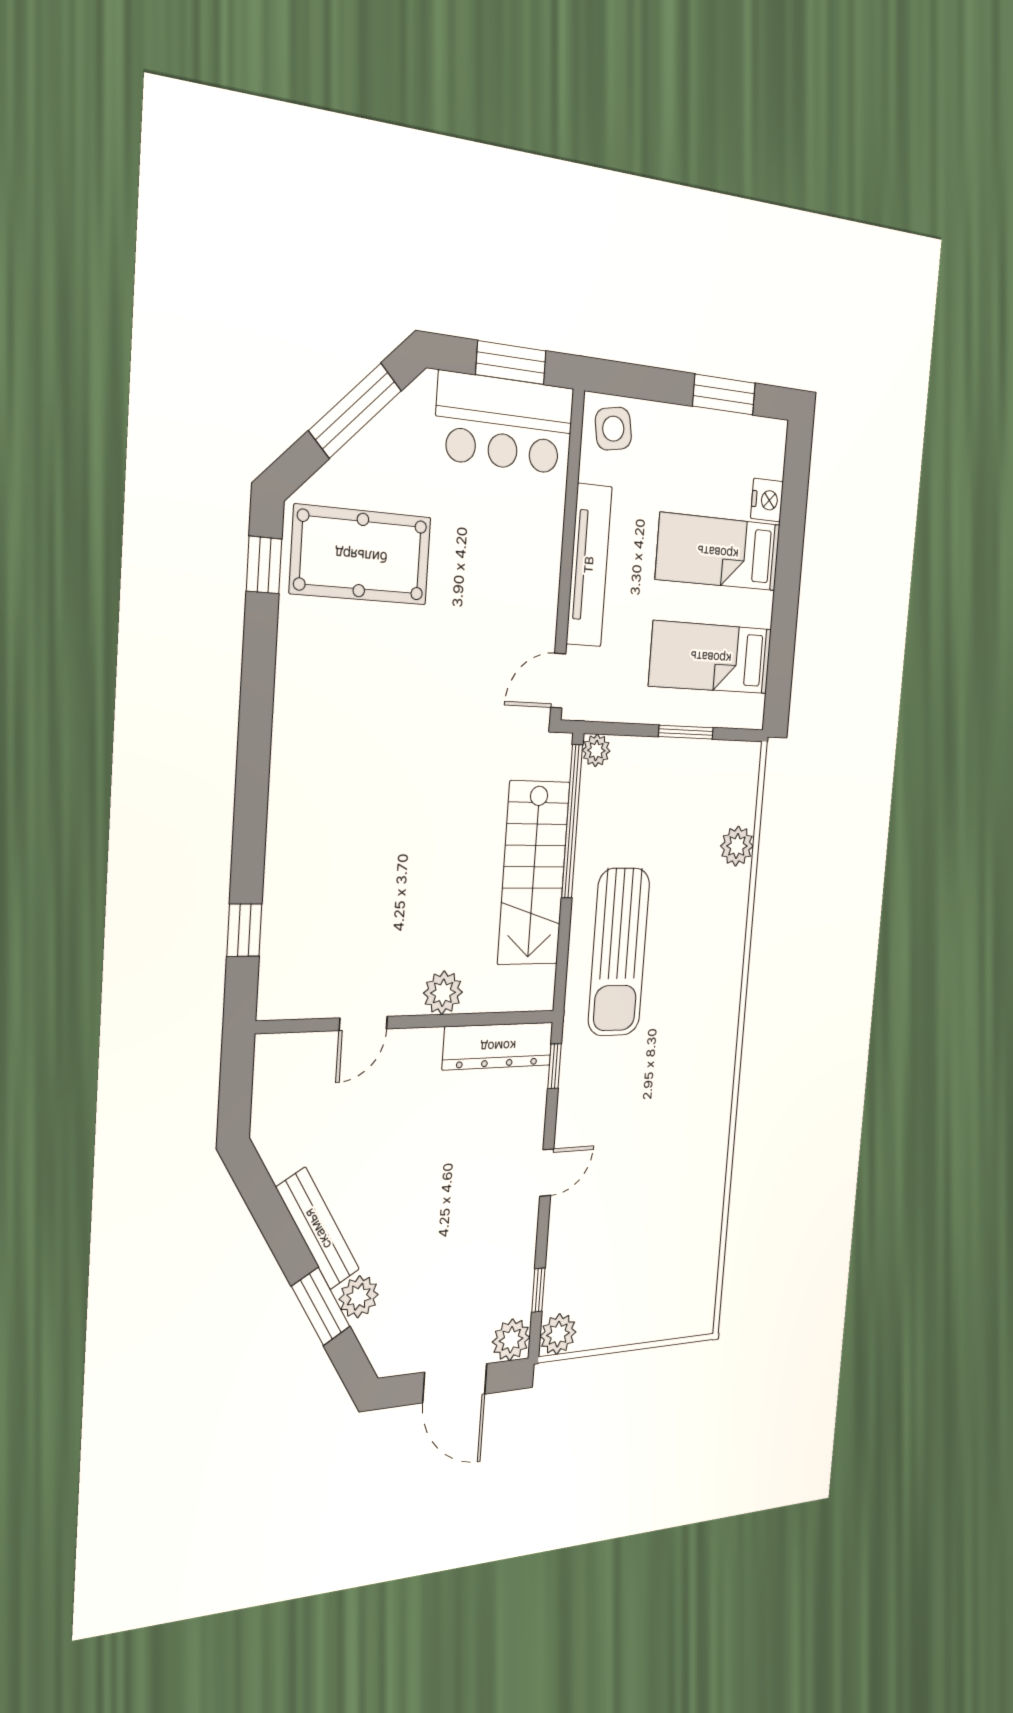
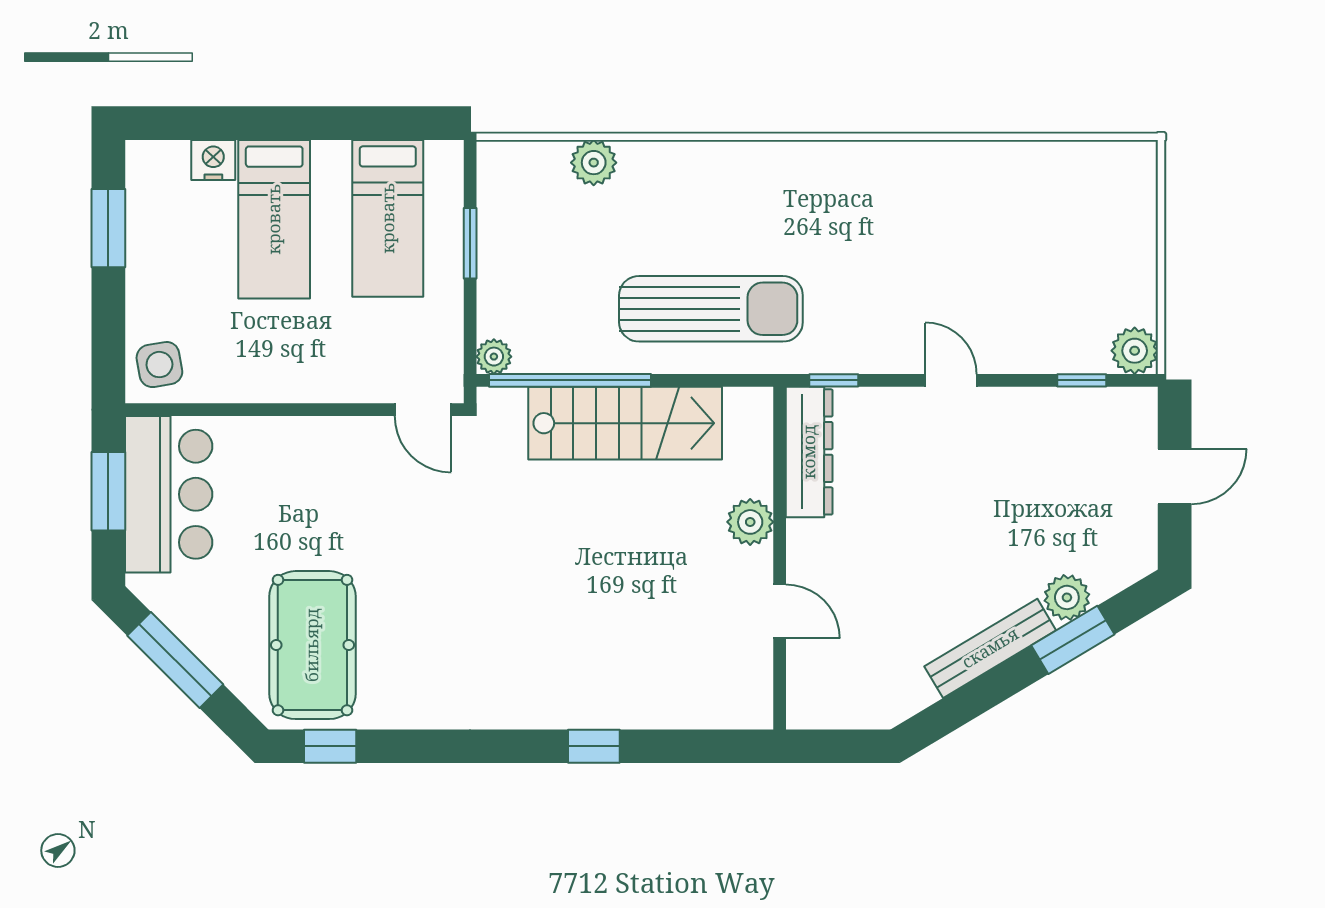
tv unit: (589, 565) -> (302, 382), removed
window: (244, 930) -> (594, 746), moved
plant: (511, 1340) -> (1134, 410), removed
door: (455, 1383) -> (1175, 477), width x0.73

